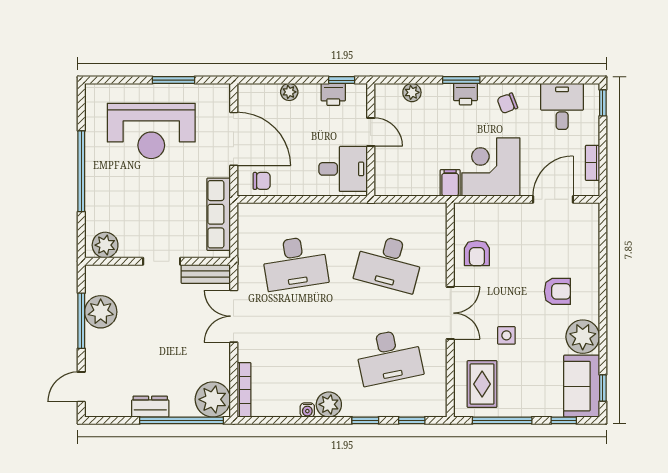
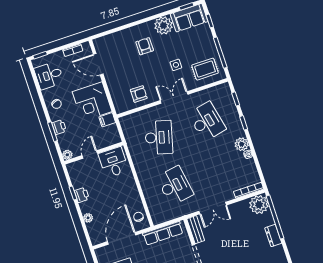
door: (371, 132) -> (90, 154), moved
wall: (371, 140) -> (94, 153), moved
desk: (343, 169) -> (113, 162), moved

